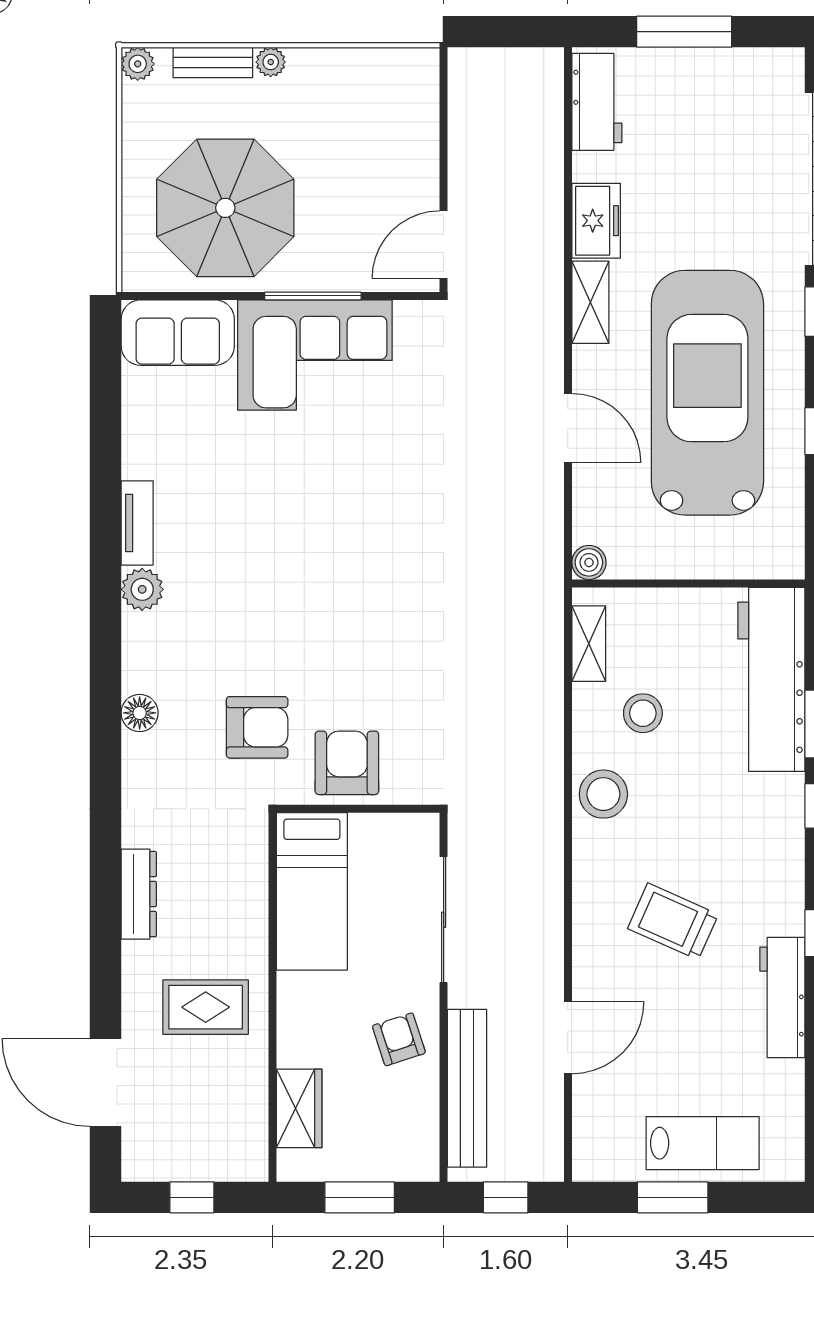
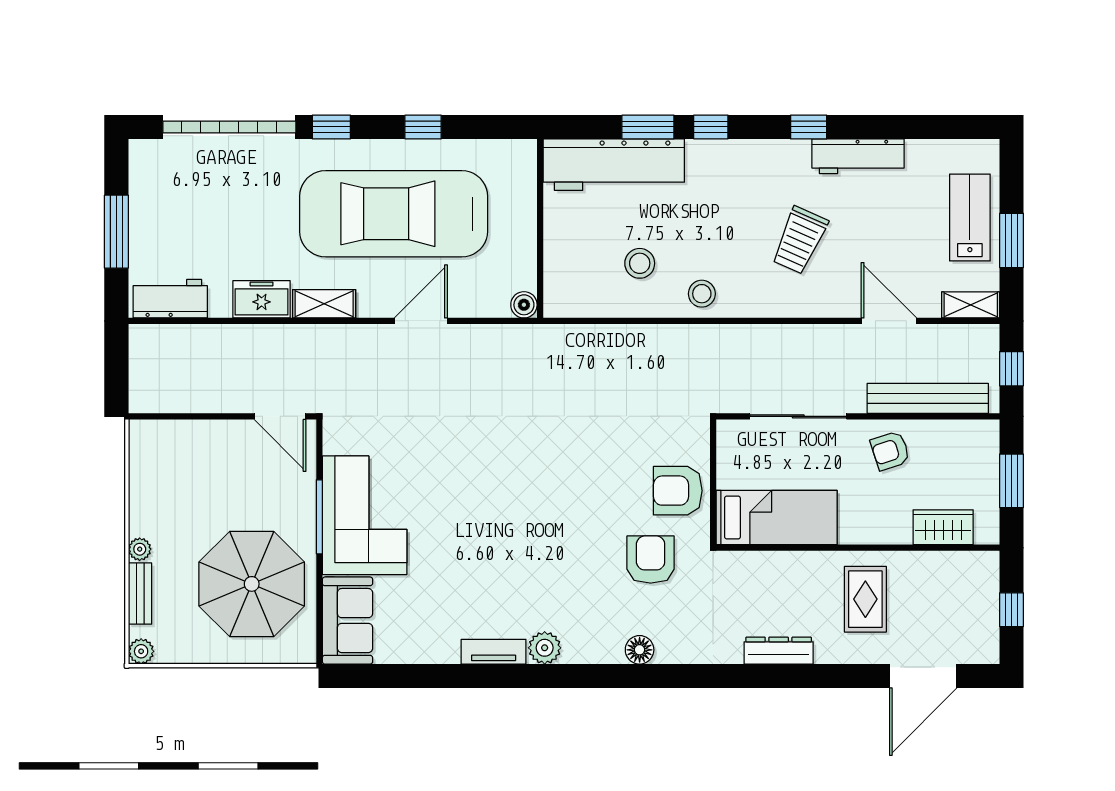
shelving: (589, 644) -> (971, 305), moved
stool: (603, 794) -> (702, 294), width x0.73, depth x0.73

